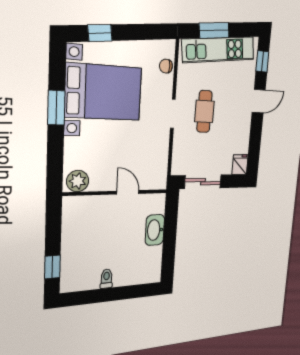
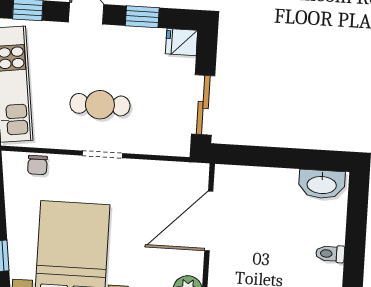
window: (255, 138) -> (142, 17), added
door: (128, 192) -> (209, 221), width x1.88
washbasin: (155, 230) -> (322, 184), moved

